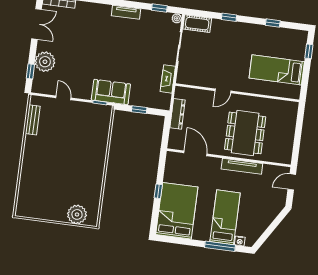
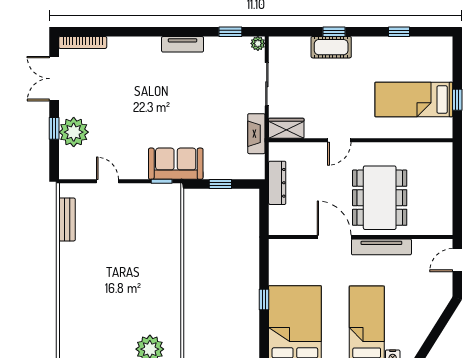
double door: (37, 24) -> (54, 79), swing flipped
cot: (197, 24) -> (331, 47), moved
window: (309, 51) -> (457, 100), moved
window: (30, 71) -> (54, 128), moved
wardrobe: (188, 78) -> (286, 128), added
door: (195, 153) -> (334, 237), moved

